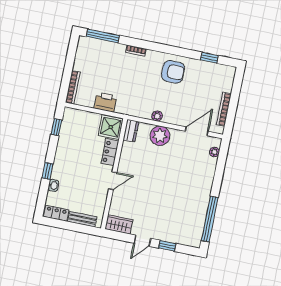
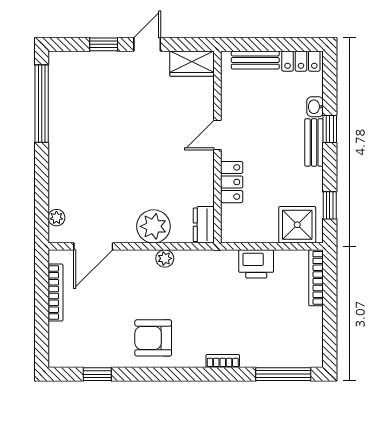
shower: (111, 127) -> (297, 225), moved
bench: (58, 165) -> (314, 142), added

